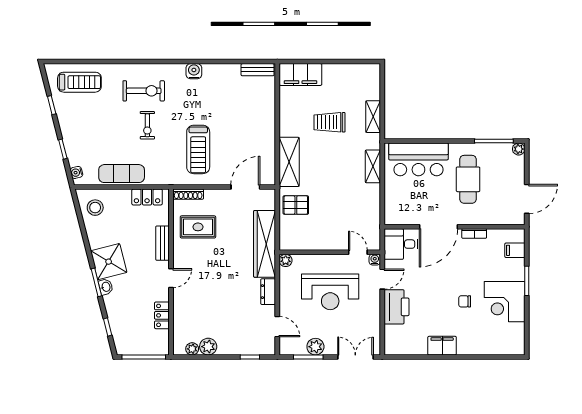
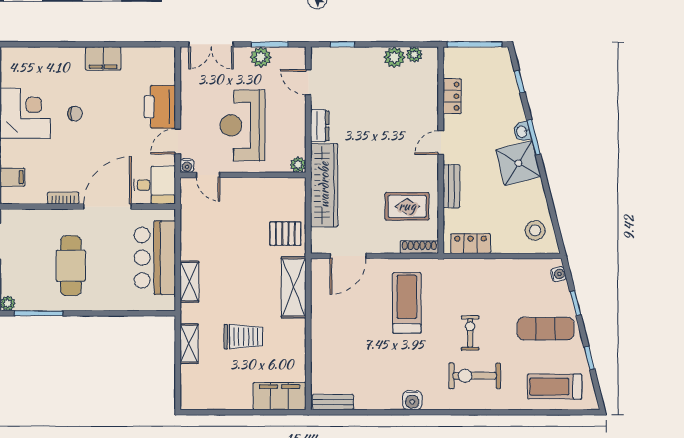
bar counter: (418, 159) -> (155, 258), moved, turned -90
exercise mat: (122, 174) -> (546, 329), moved
reception desk: (330, 292) -> (242, 125), turned -90

